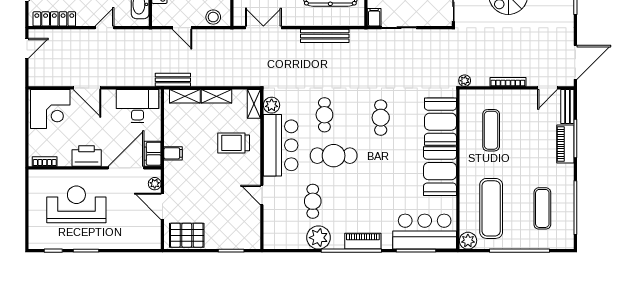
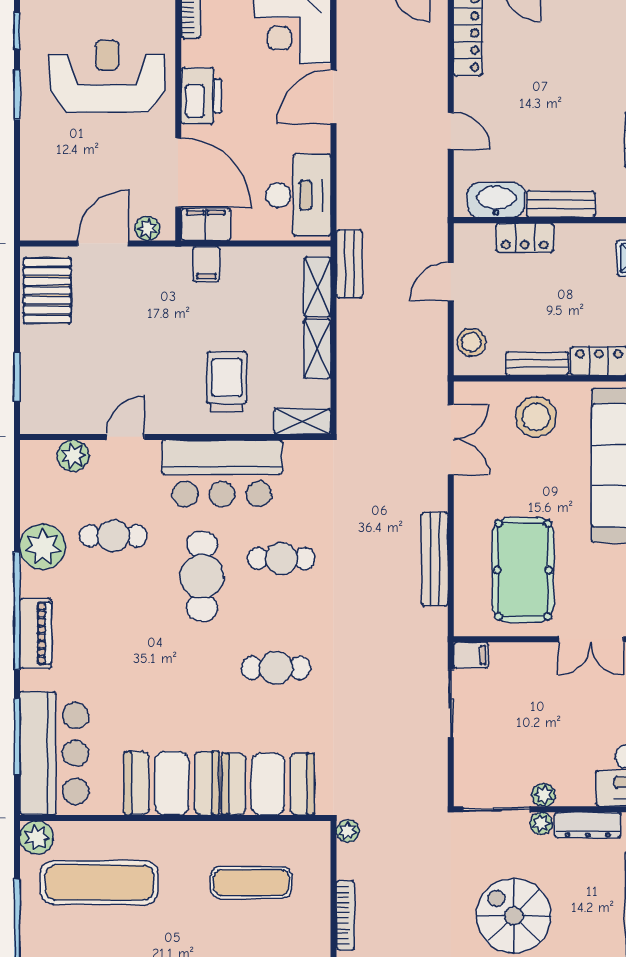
plant: (272, 105) -> (73, 456), moved
reception desk: (76, 204) -> (107, 76), turned -90

